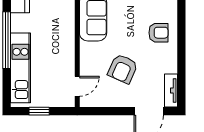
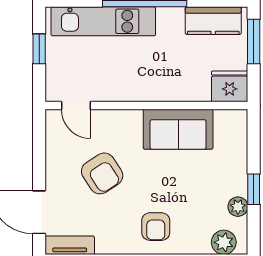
armchair: (123, 69) -> (102, 173), turned -147

